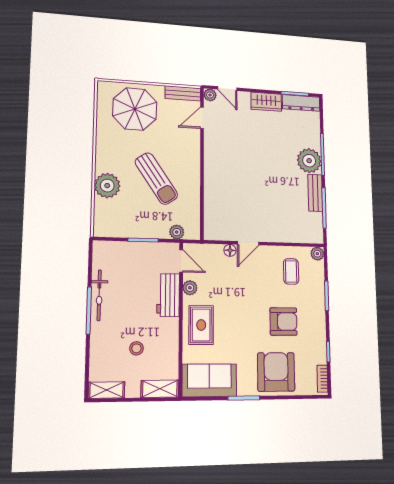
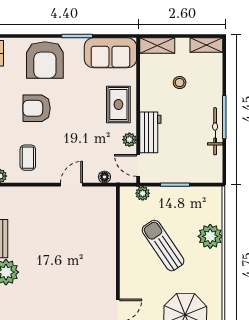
floor lamp: (230, 250) -> (104, 177), moved

